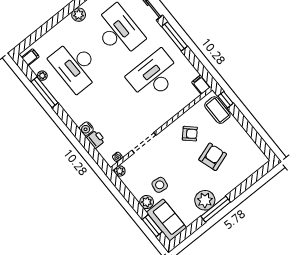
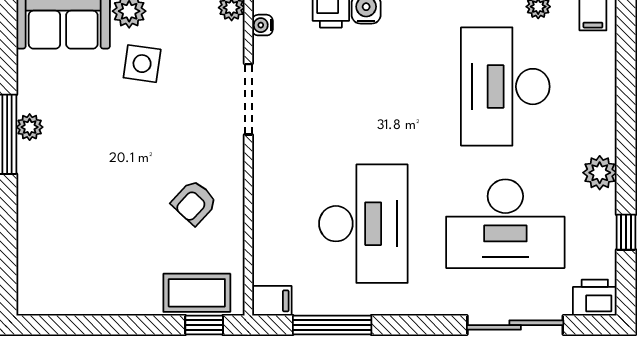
window: (174, 36) -> (332, 325), moved
desk: (75, 66) -> (505, 87), turned -90
armchair: (213, 157) -> (113, 210), removed
plant: (205, 200) -> (30, 127), width x0.53, depth x0.53

